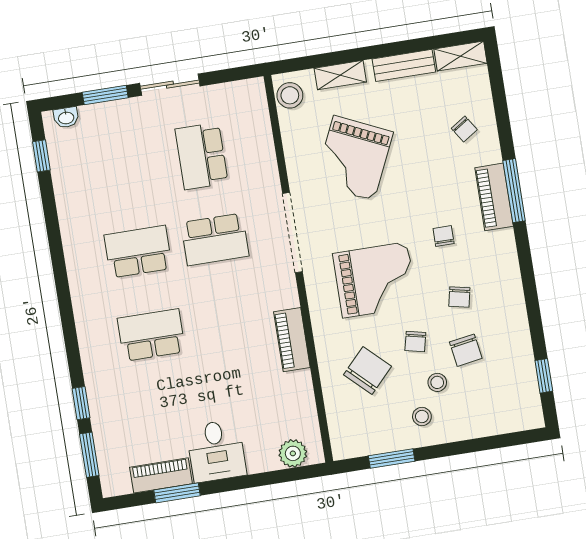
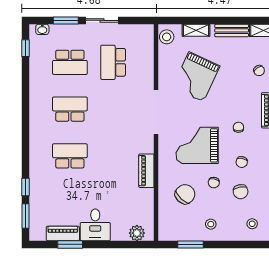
school desk: (215, 239) -> (70, 62), moved
grand piano: (375, 280) -> (197, 145), turned 180
stool: (437, 382) -> (252, 224), moved

